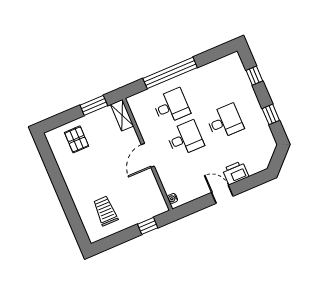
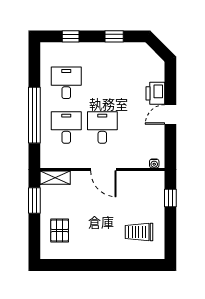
desk: (225, 121) -> (66, 83), moved
pallet: (77, 139) -> (60, 231), turned 90

